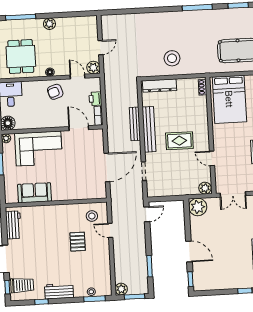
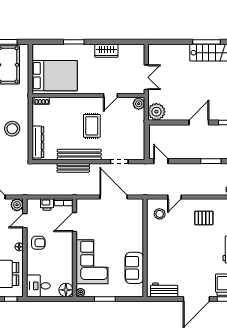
armchair: (55, 92) -> (38, 243), turned -72
pallet: (78, 242) -> (204, 218), moved

